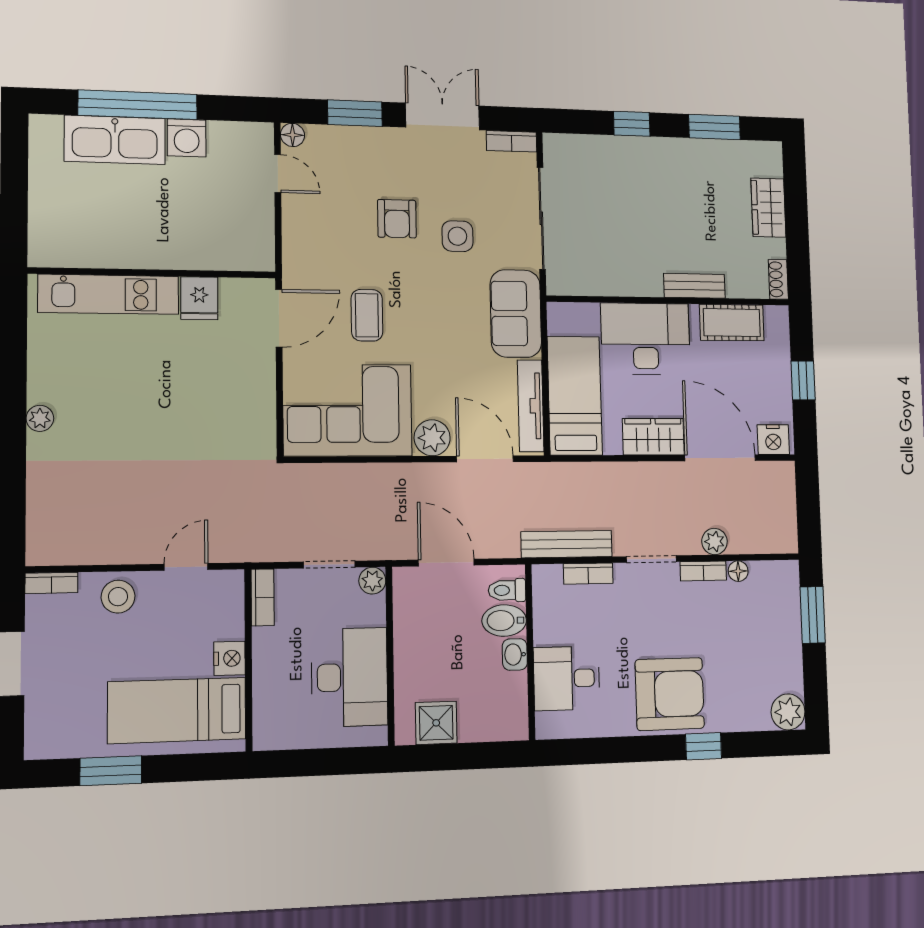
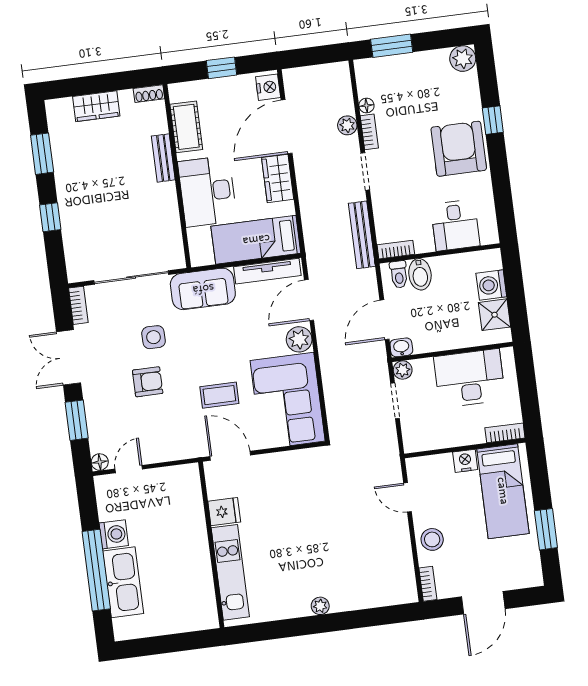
bookcase: (588, 574) -> (396, 250), moved, turned -90
bookcase: (263, 597) -> (505, 433), moved
washbasin: (515, 654) -> (401, 347), moved, turned 180
washing machine: (478, 722) -> (491, 285), added

